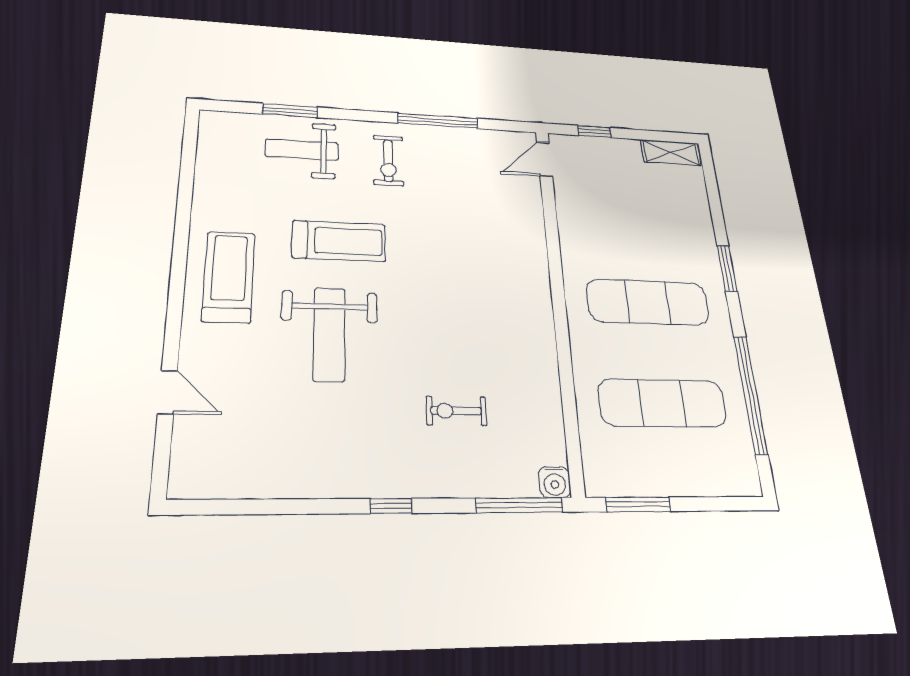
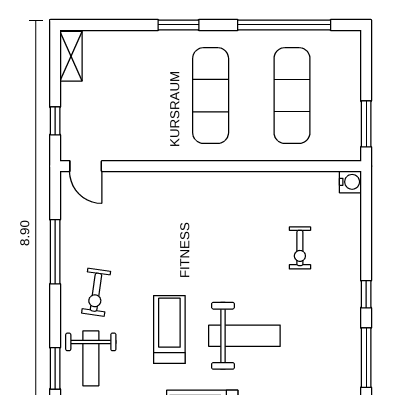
exercise bike: (388, 161) -> (96, 292), turned 98
window: (519, 505) -> (366, 358), moved

